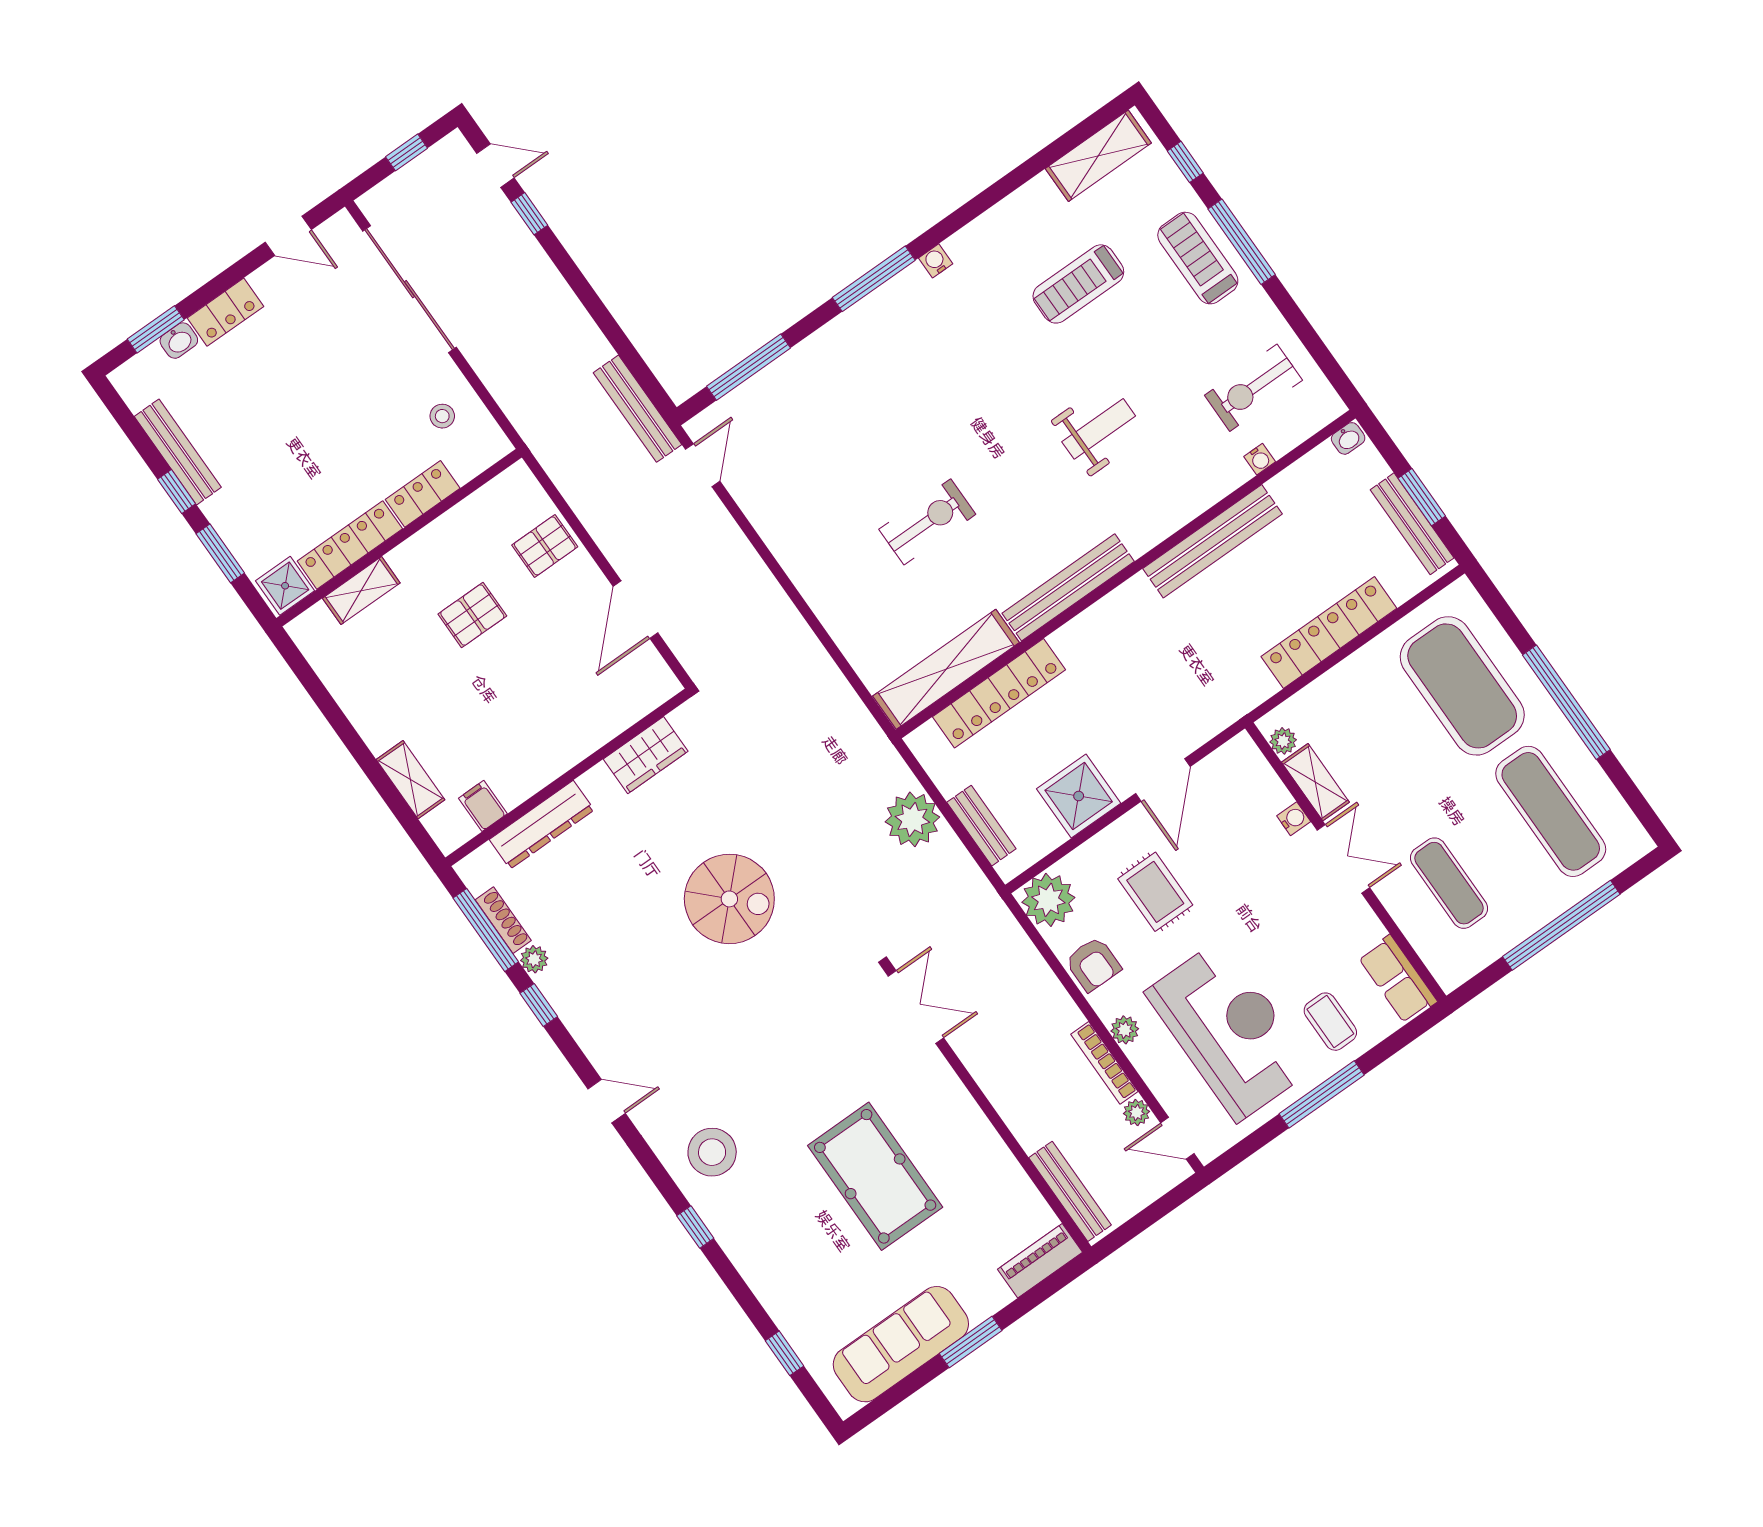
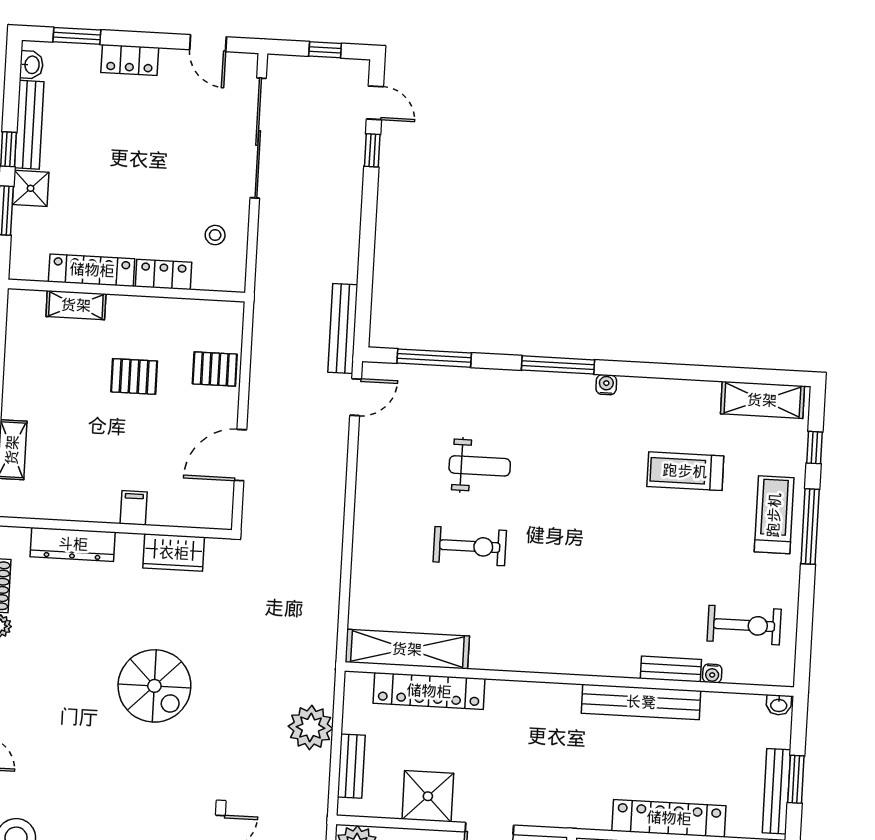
washbasin: (179, 341) -> (31, 65), moved, turned -90
exercise bike: (1253, 388) -> (744, 625), turned 180
weight bench: (1099, 429) -> (480, 466), moved
shower: (285, 586) -> (31, 188), moved
bench: (1068, 587) -> (671, 669), moved, width x0.54, depth x0.82
filing cabinet: (483, 806) -> (134, 508), moved

